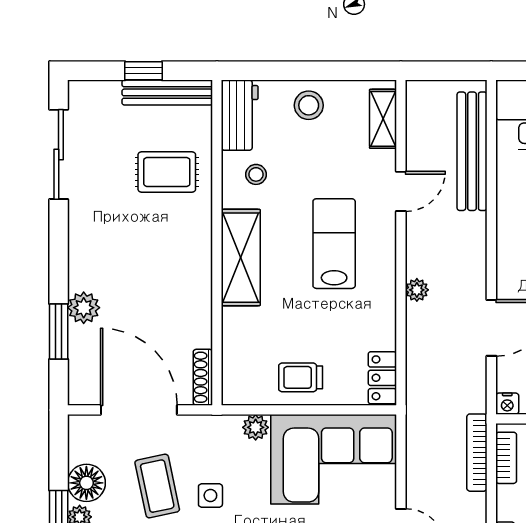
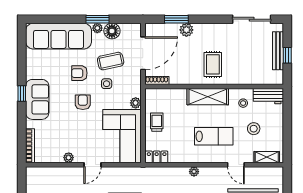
bench: (167, 92) -> (278, 51), moved
stool: (309, 105) -> (254, 129), moved
rug: (167, 172) -> (213, 64), moved

